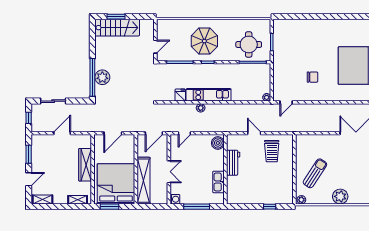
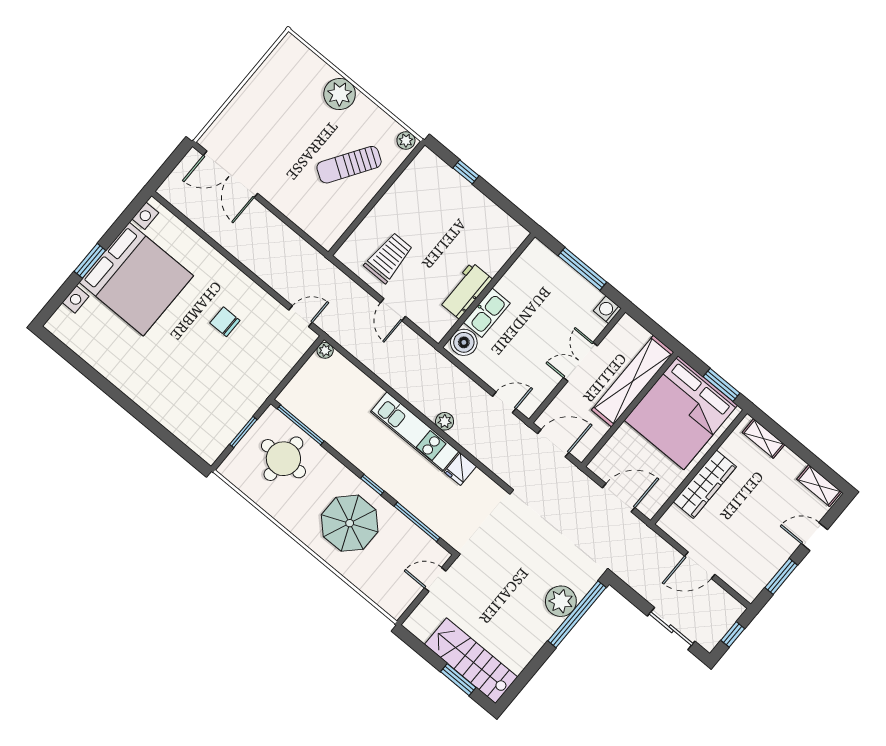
kitchen sink: (218, 182) -> (487, 313), moved

